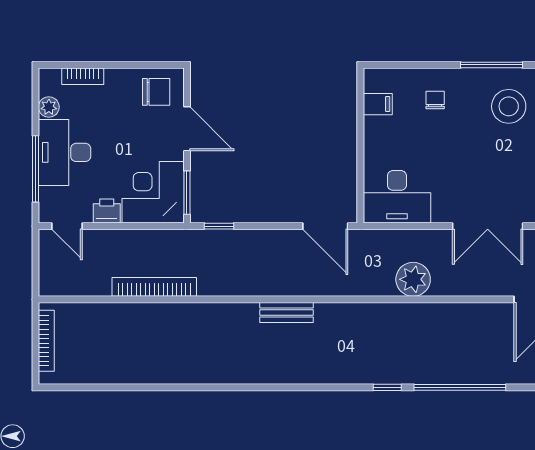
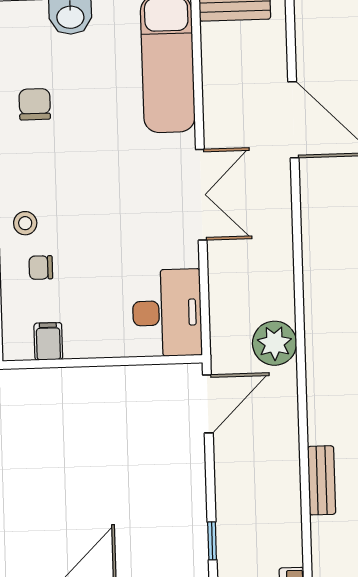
stool: (509, 106) -> (25, 223), moved, width x0.53, depth x0.53
plant: (413, 279) -> (275, 343), moved
bench: (287, 312) -> (322, 480), moved

